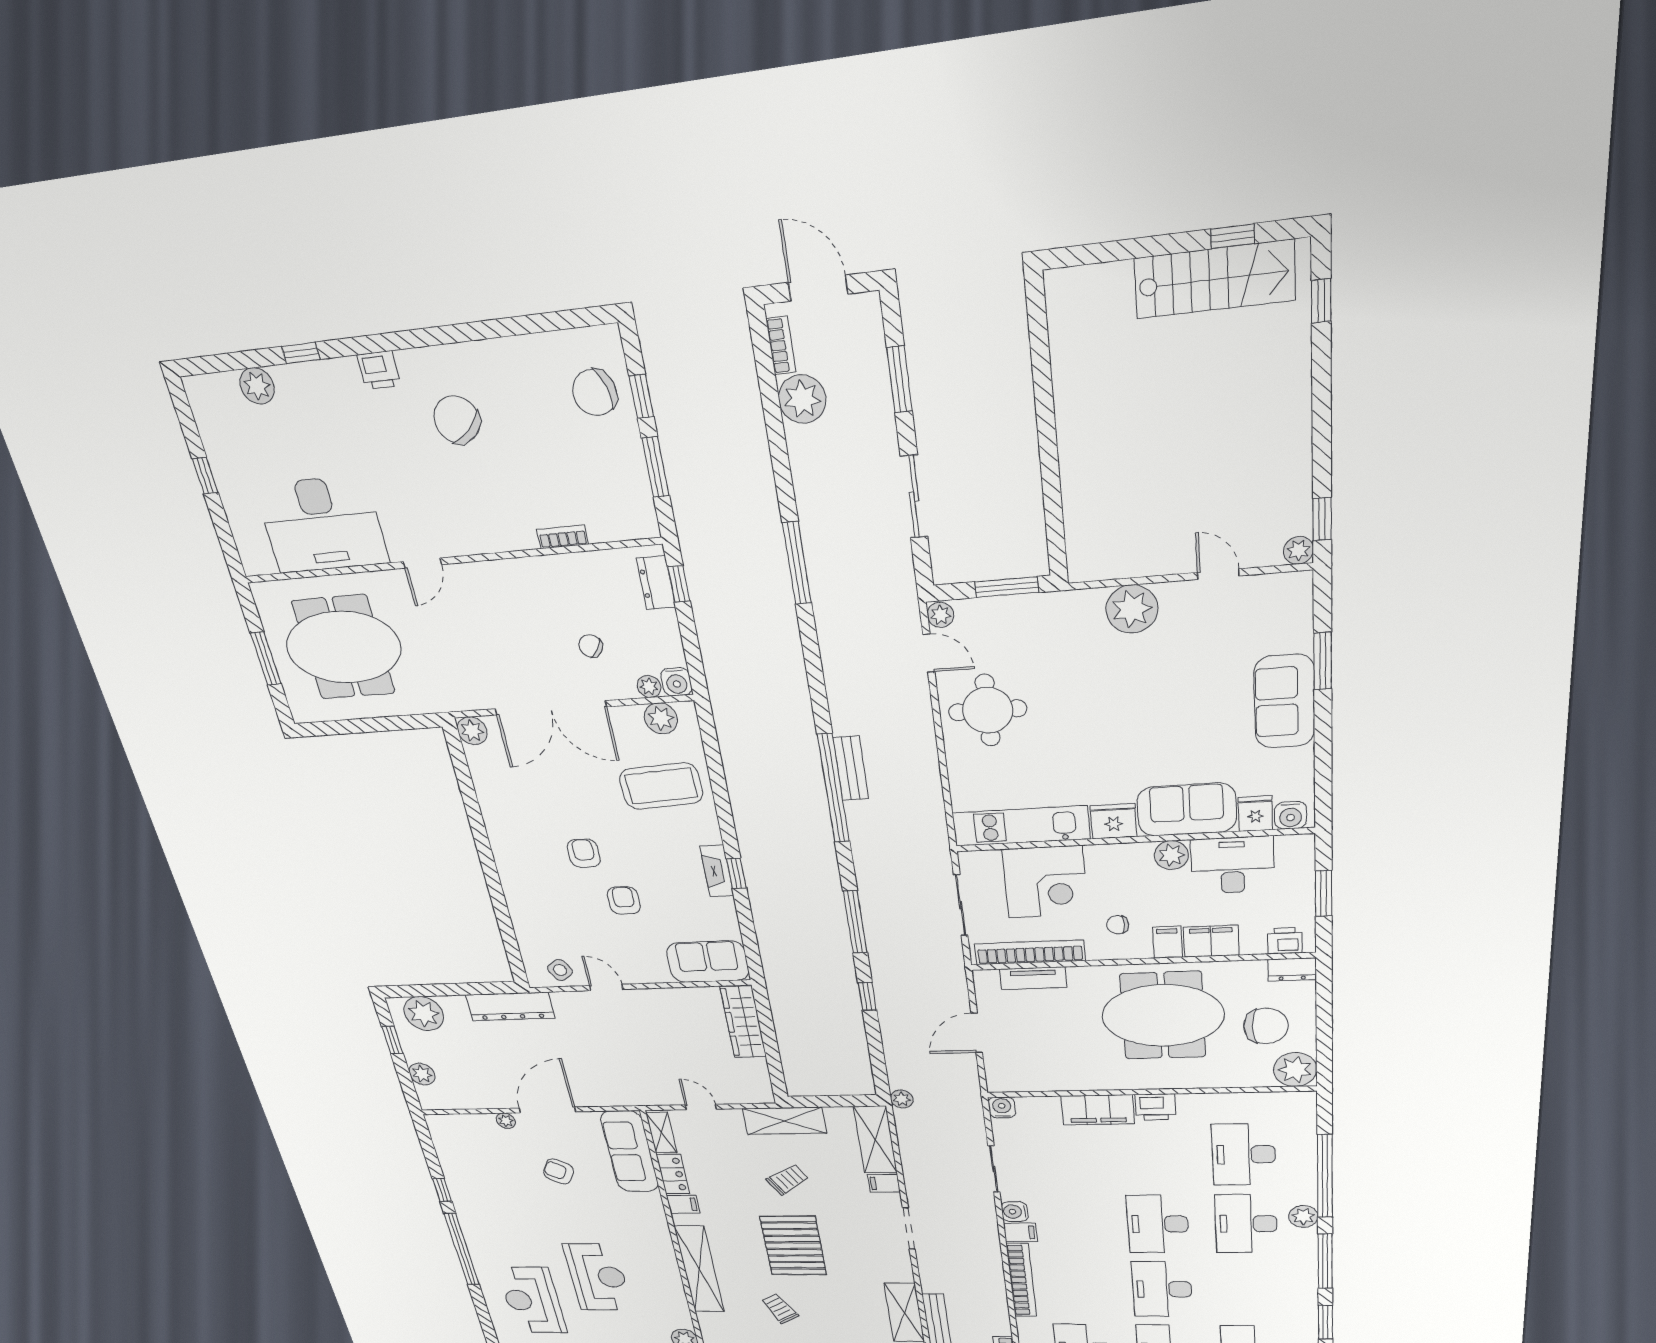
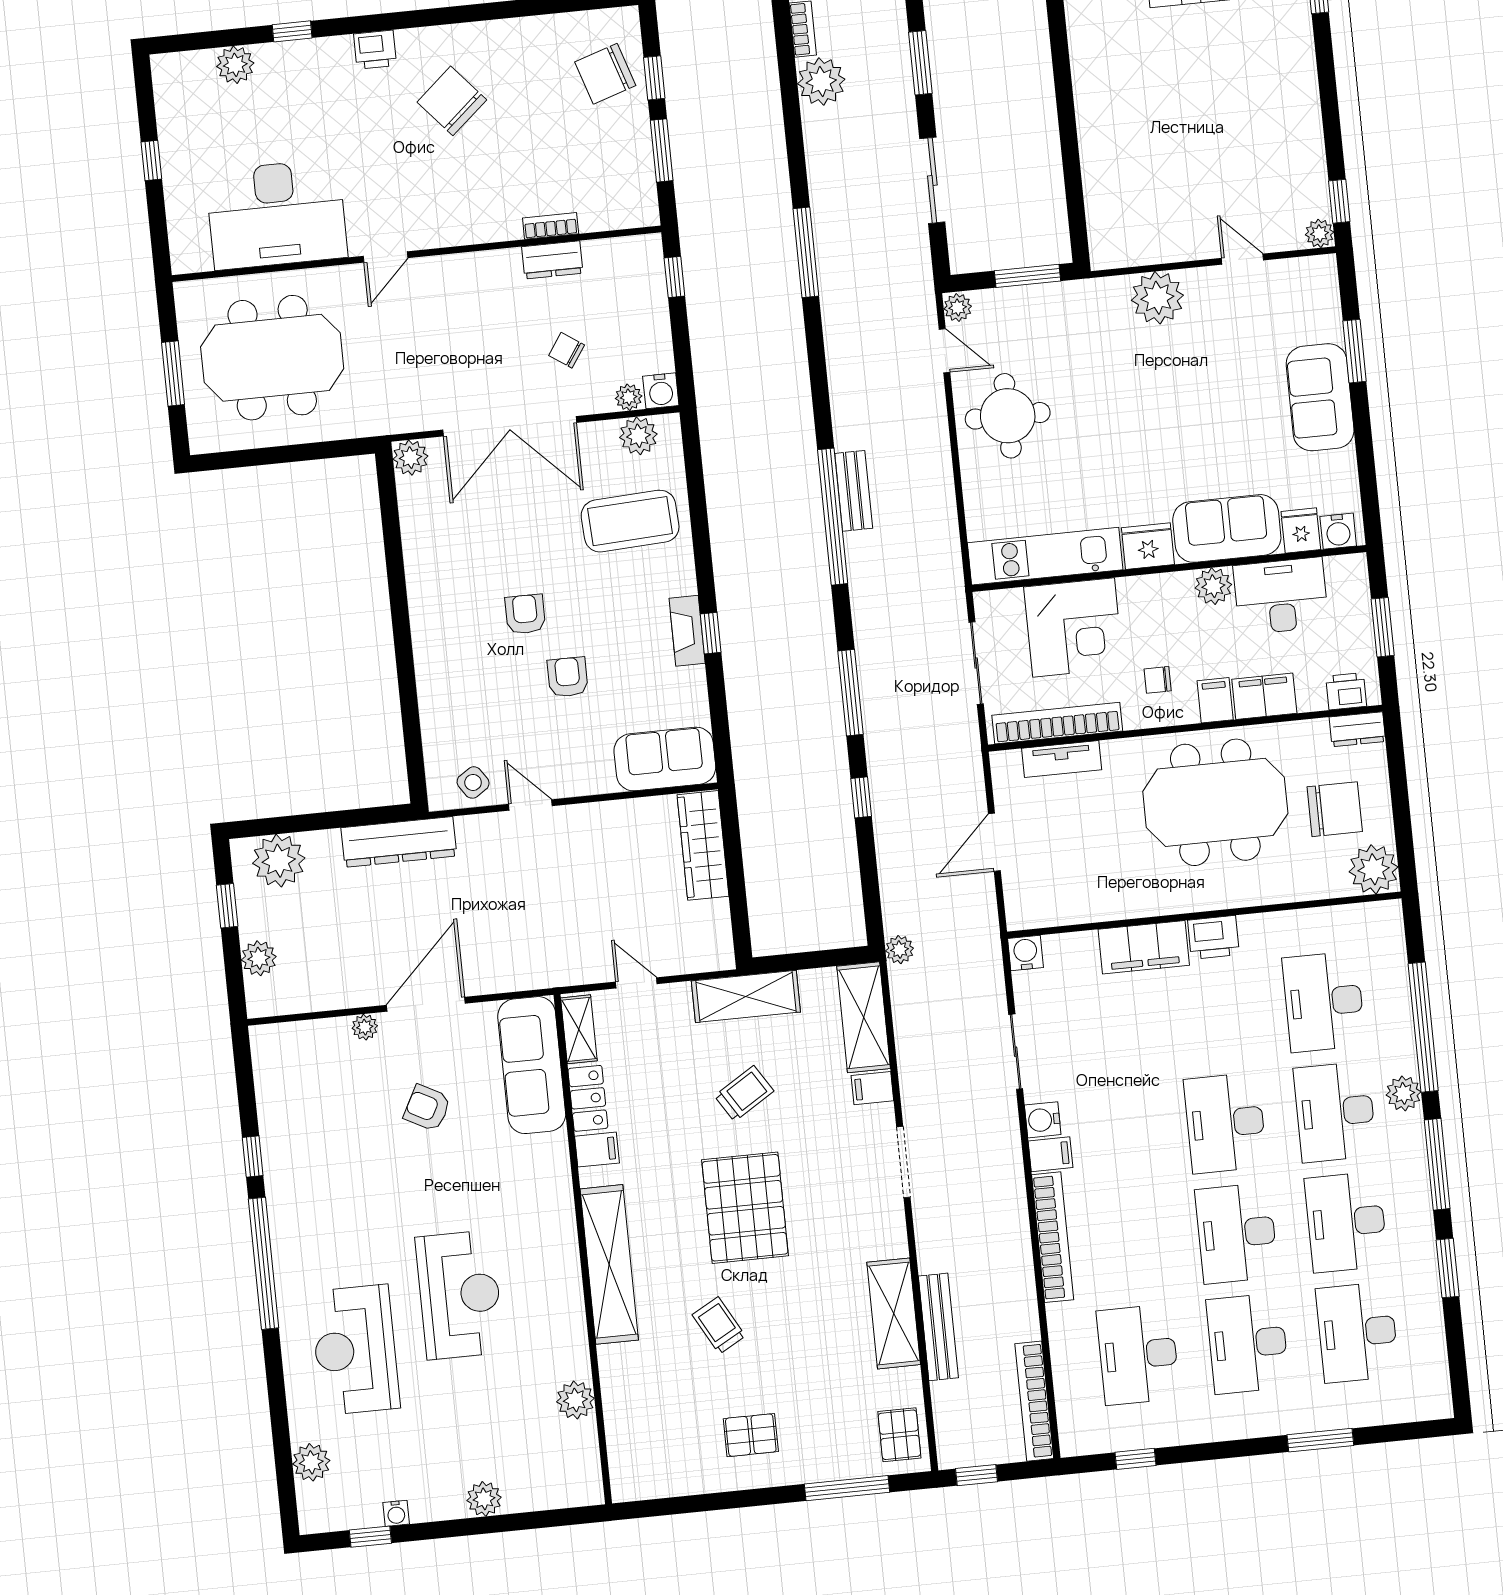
dresser: (656, 583) -> (552, 260), moved, turned -90
desk: (1248, 1290) -> (1346, 1222), added

